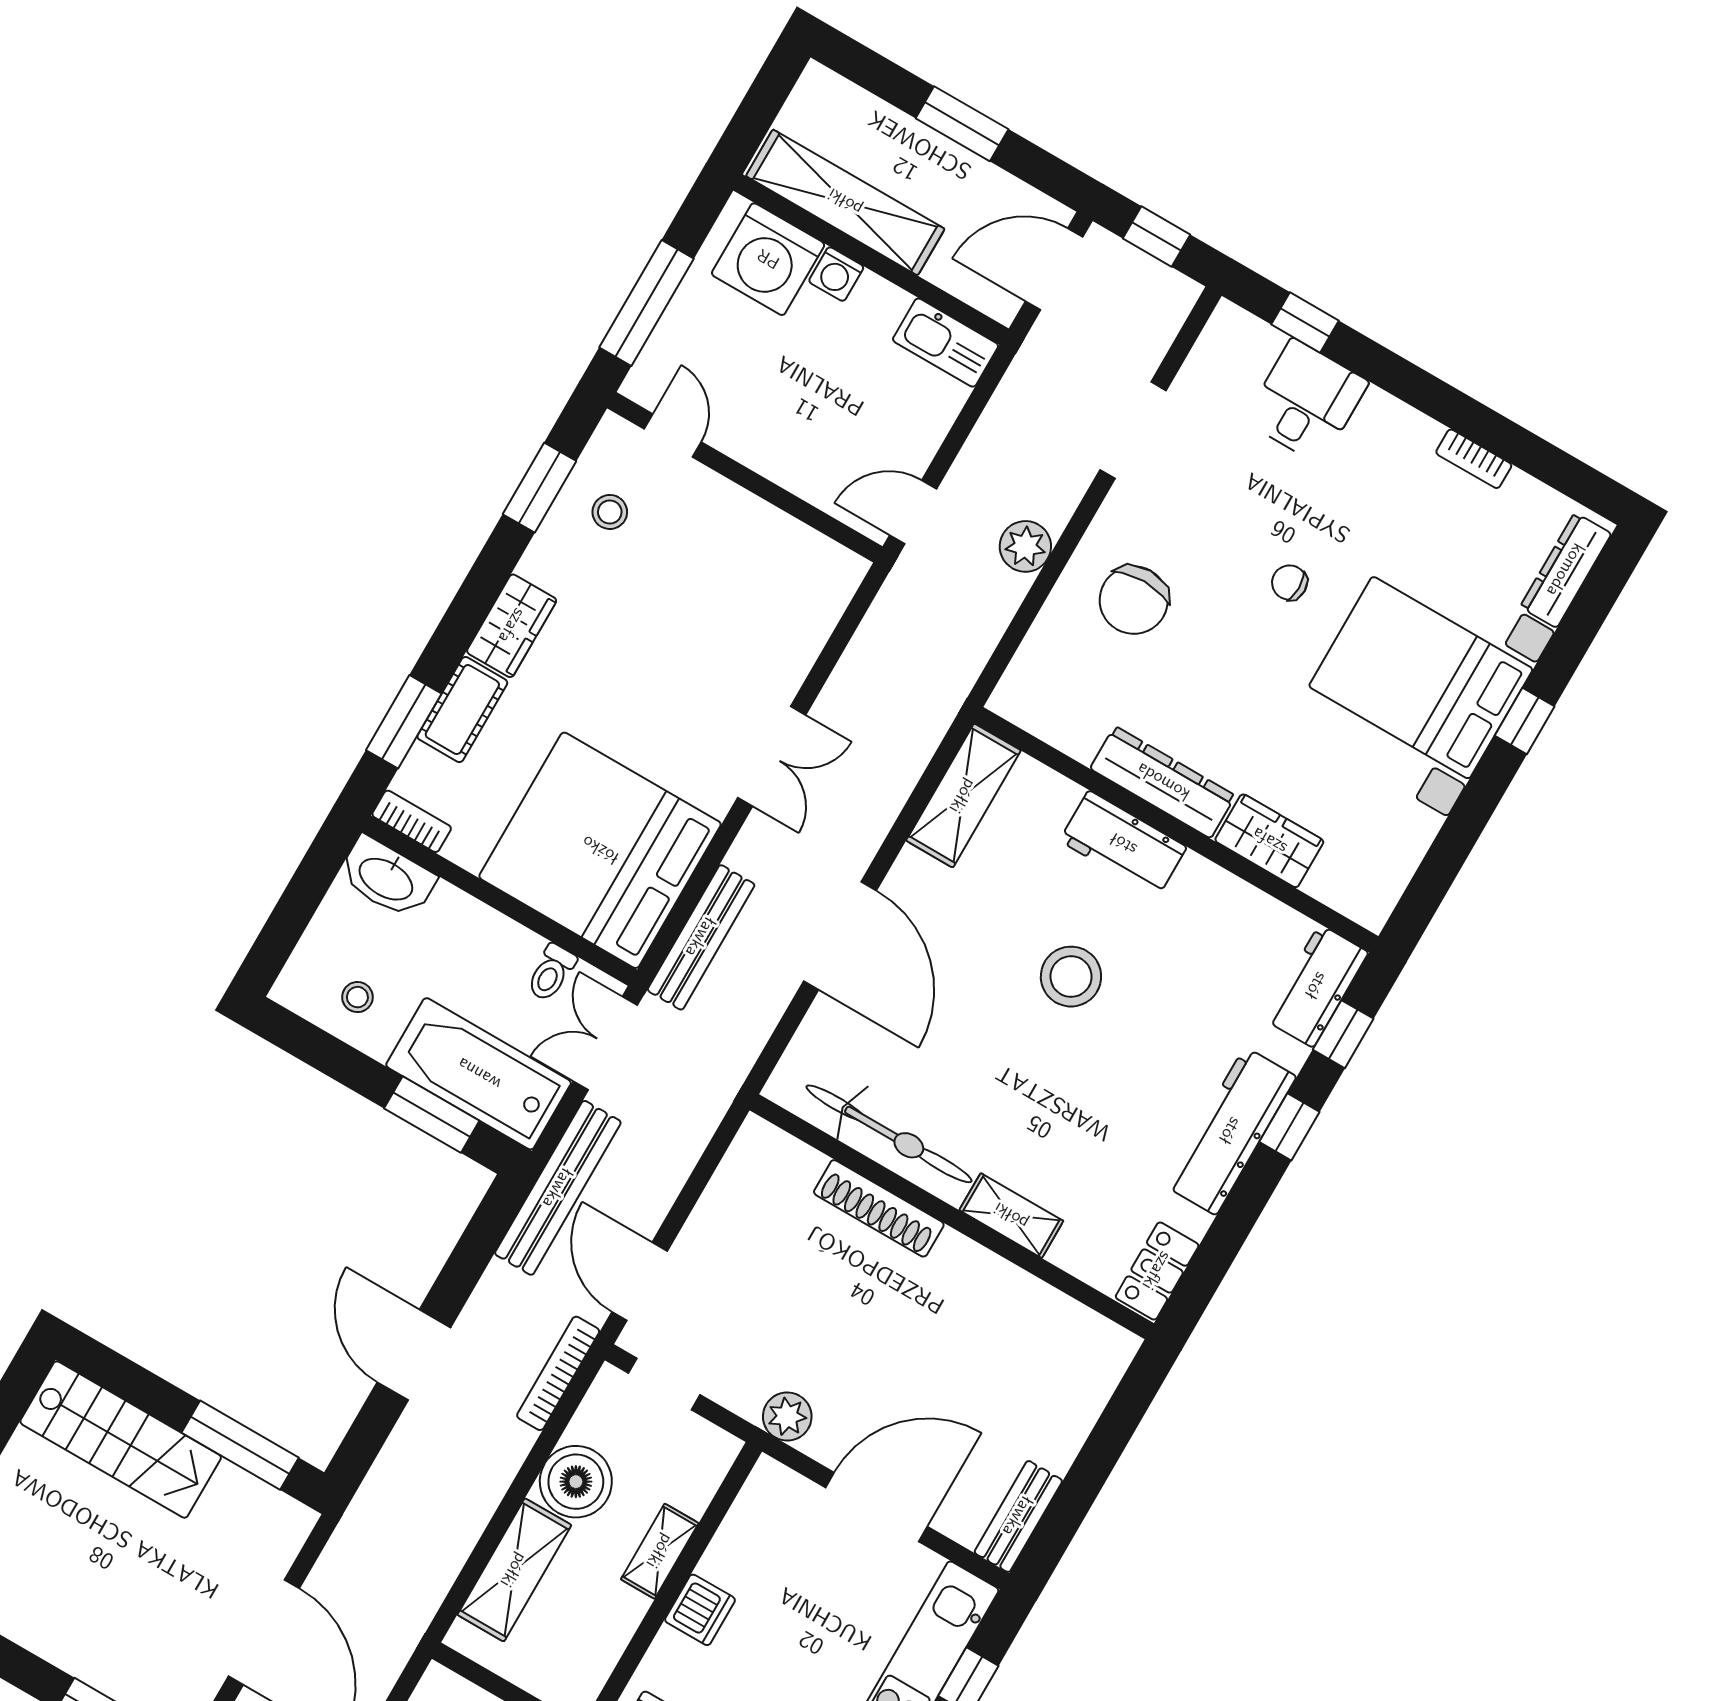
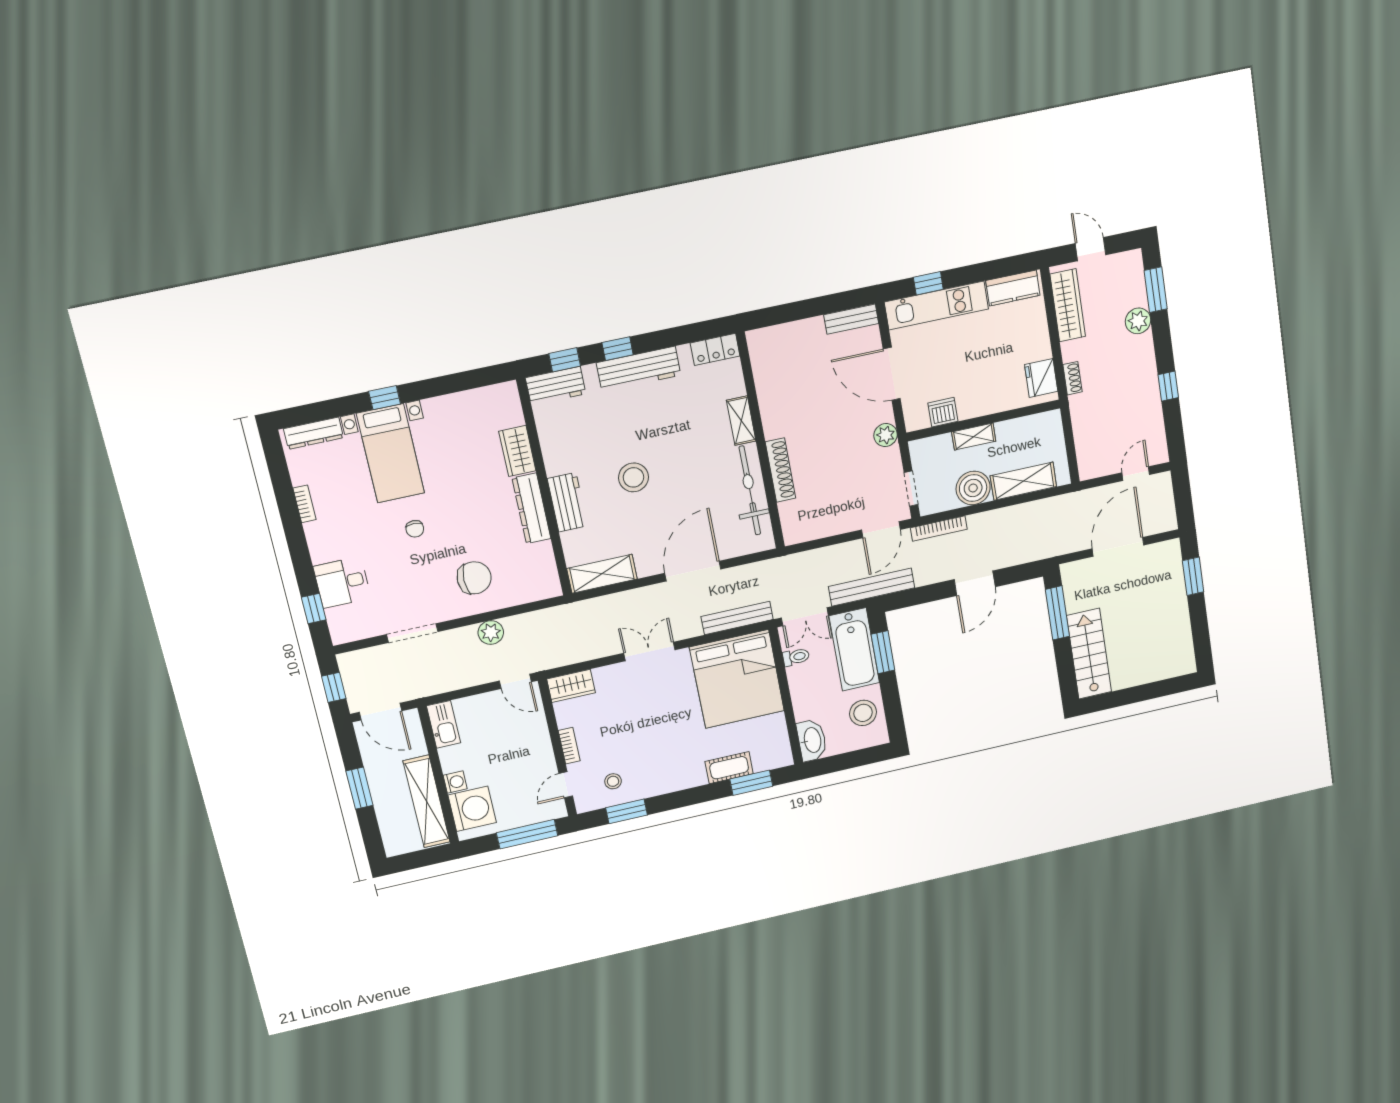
wardrobe: (512, 626) -> (571, 686), moved, turned 180
bed with nightstands: (1421, 678) -> (391, 453), width x0.73
bookcase: (412, 821) -> (569, 746), moved, turned 180
stool: (357, 997) -> (863, 713), width x1.89, depth x1.89
dishwasher: (700, 1610) -> (943, 412), moved

